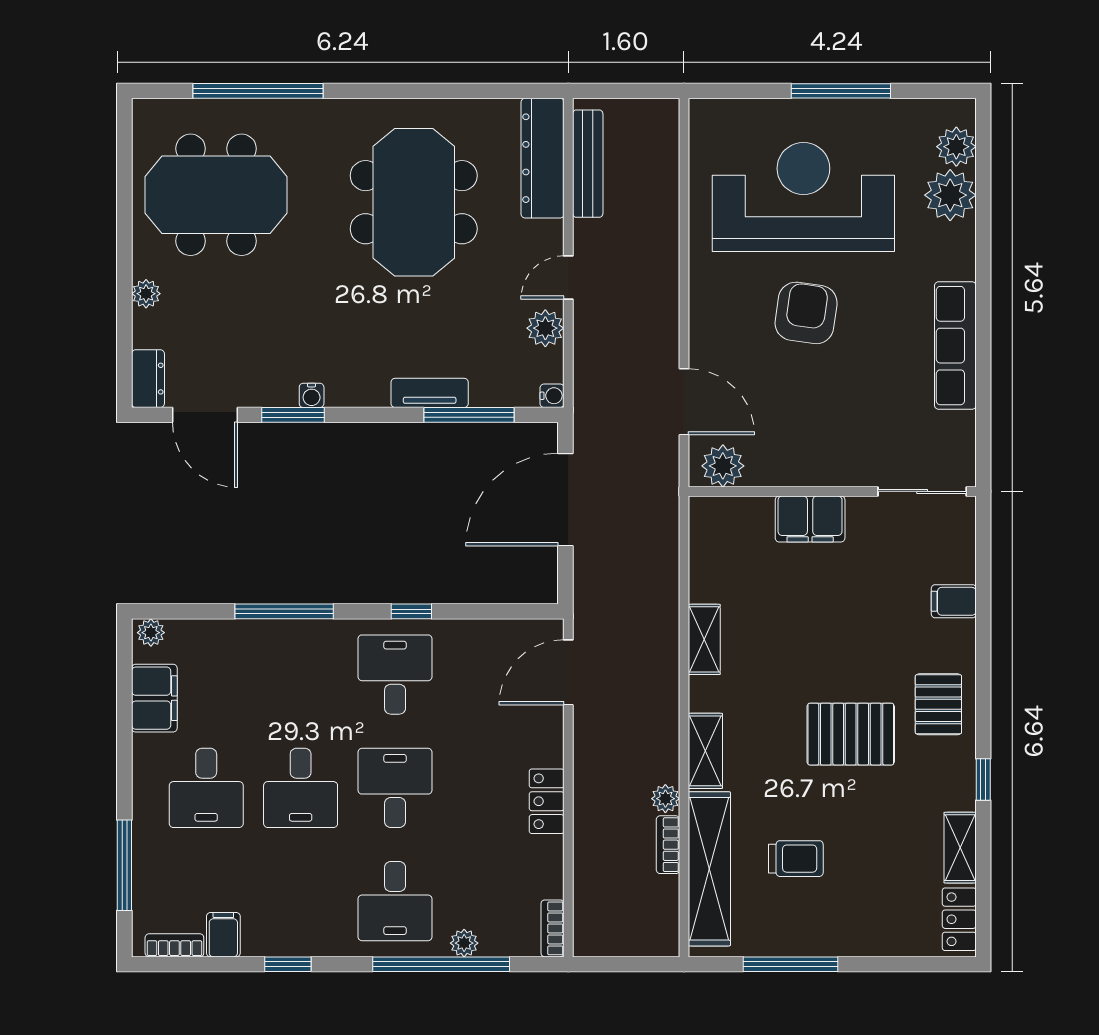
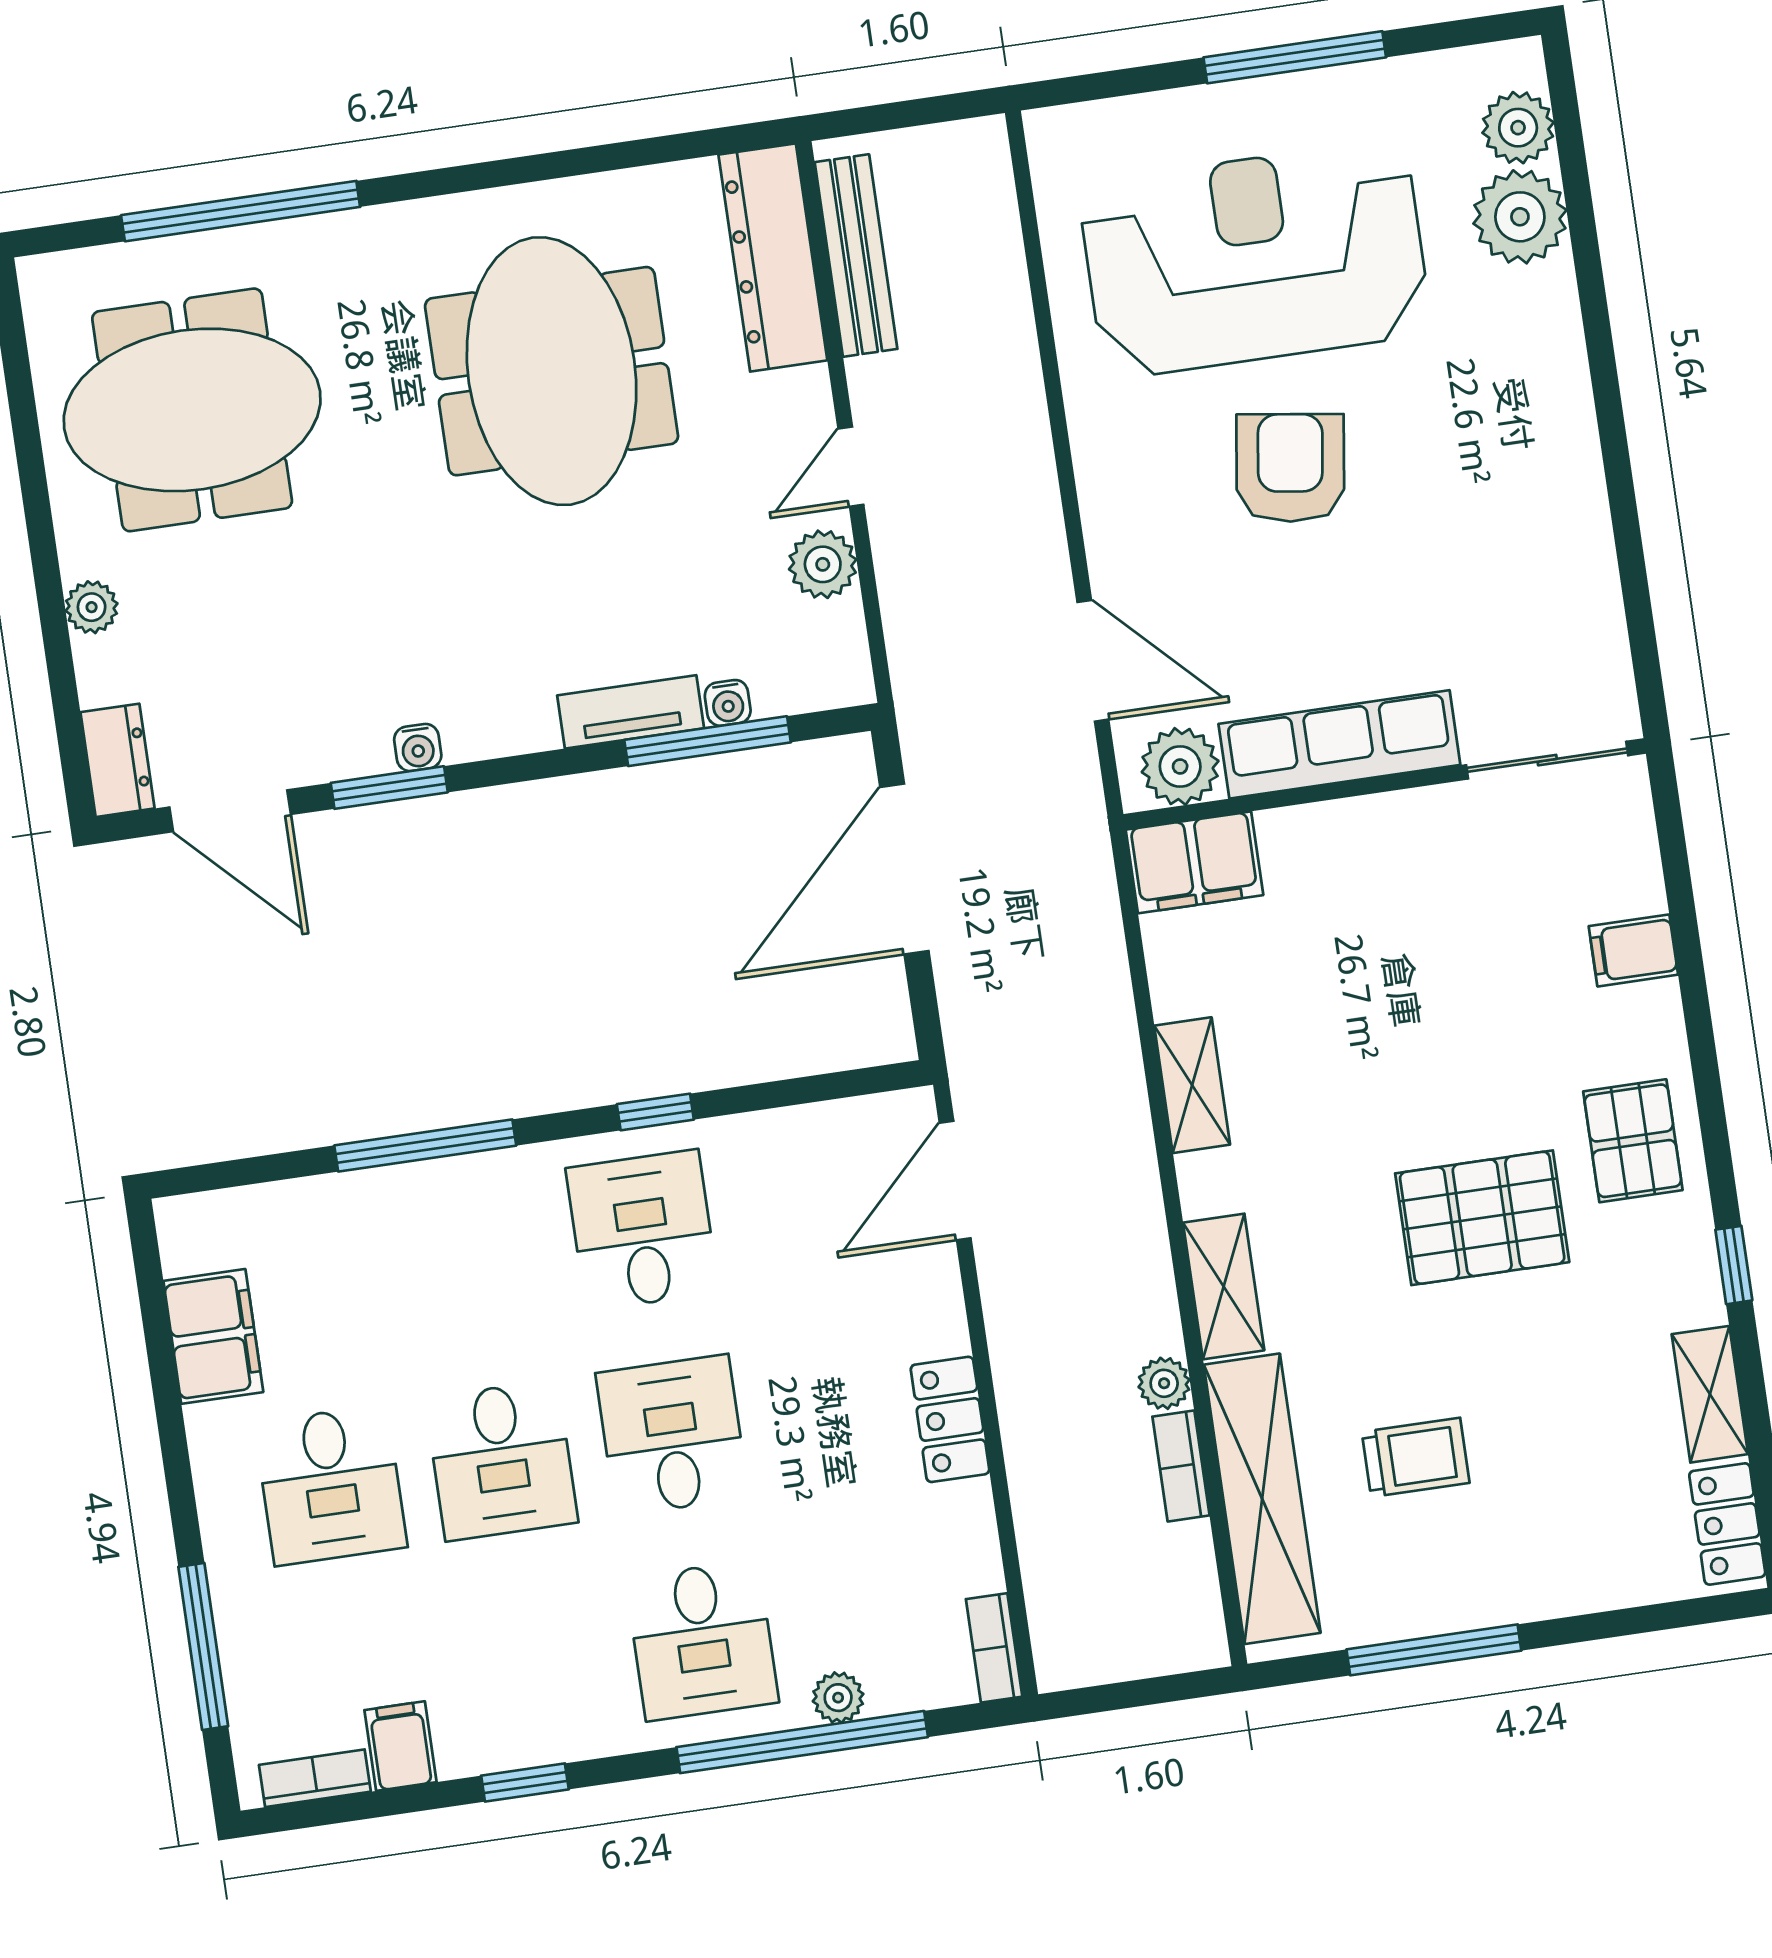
row of seats: (955, 346) -> (1339, 744), moved, turned 90
water cooler: (552, 396) -> (728, 703), moved, turned 90
filing cabinet: (810, 519) -> (1194, 862), moved
plant: (151, 633) -> (190, 1219), removed

